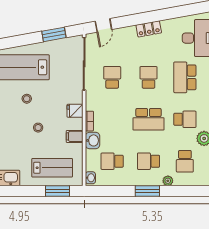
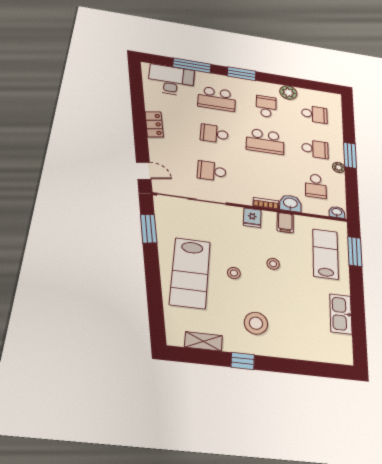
school desk: (148, 119) -> (265, 141), turned 90
school desk: (148, 161) -> (315, 149), turned -90
plant: (168, 181) -> (339, 167), moved

